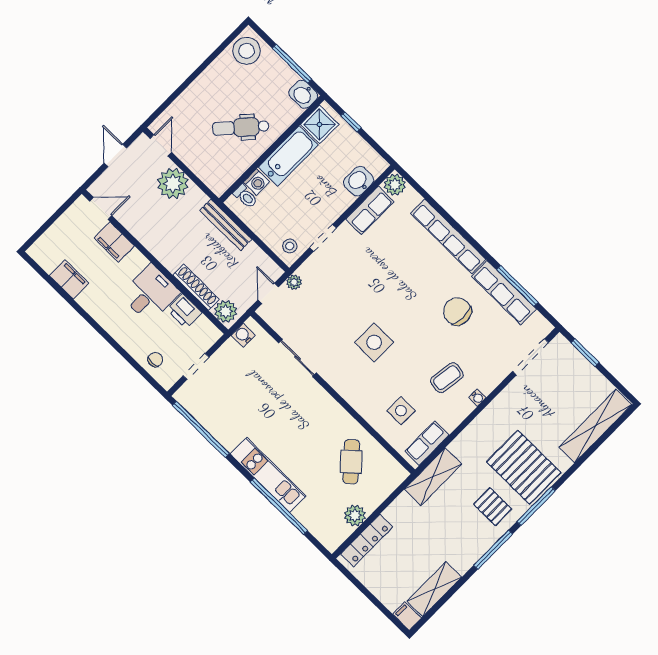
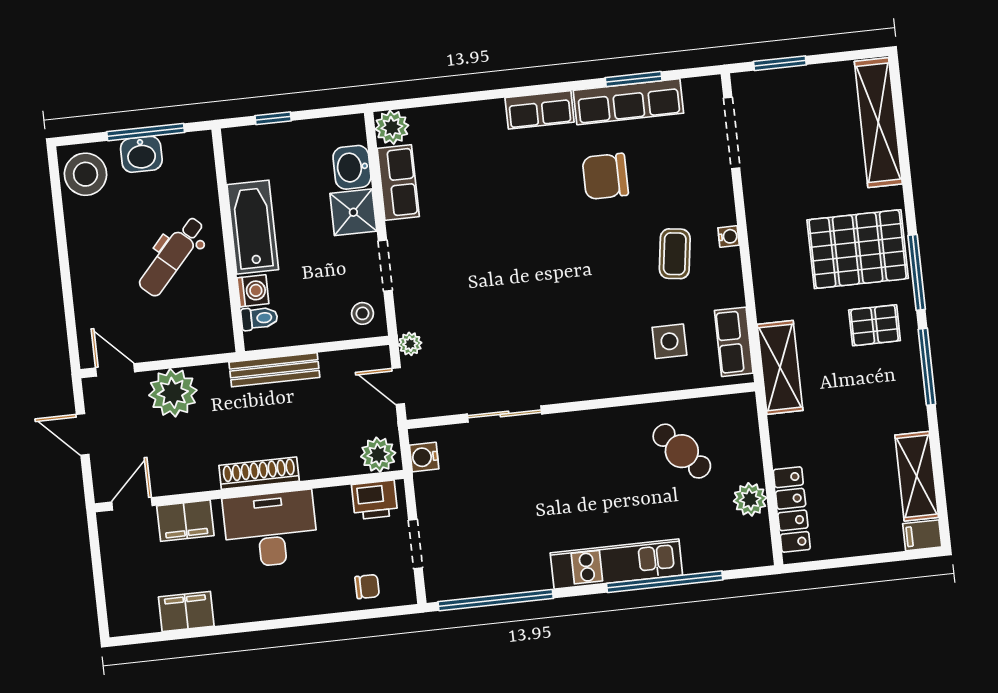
washbasin: (303, 94) -> (141, 154), moved
shower: (319, 124) -> (353, 212), moved
row of seats: (448, 236) -> (540, 110), width x0.50
window: (517, 286) -> (634, 79), width x0.69
shoe rack: (196, 287) -> (259, 473), moved
desk: (150, 293) -> (270, 529), width x1.37
printer: (184, 311) -> (375, 500), moved
side table: (374, 342) -> (561, 307), removed
chair: (155, 360) -> (367, 587), turned 90

